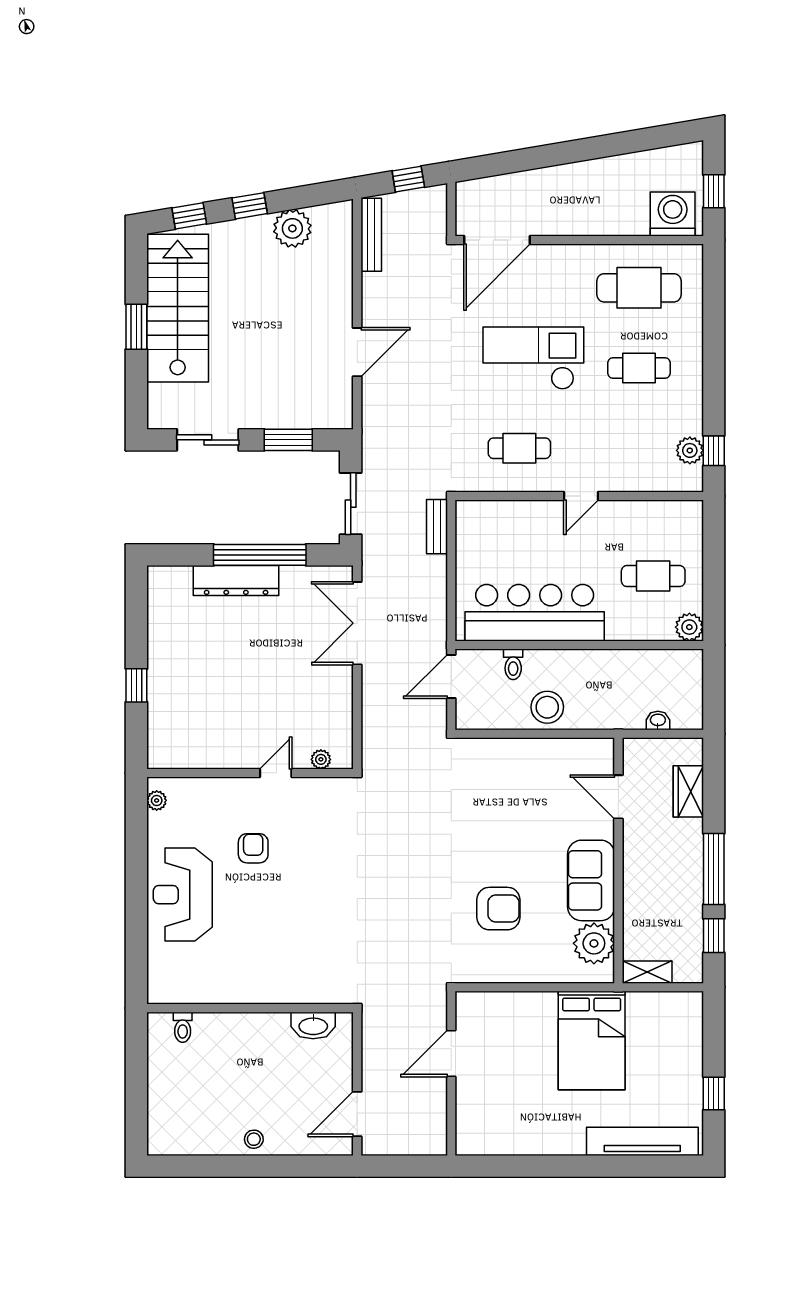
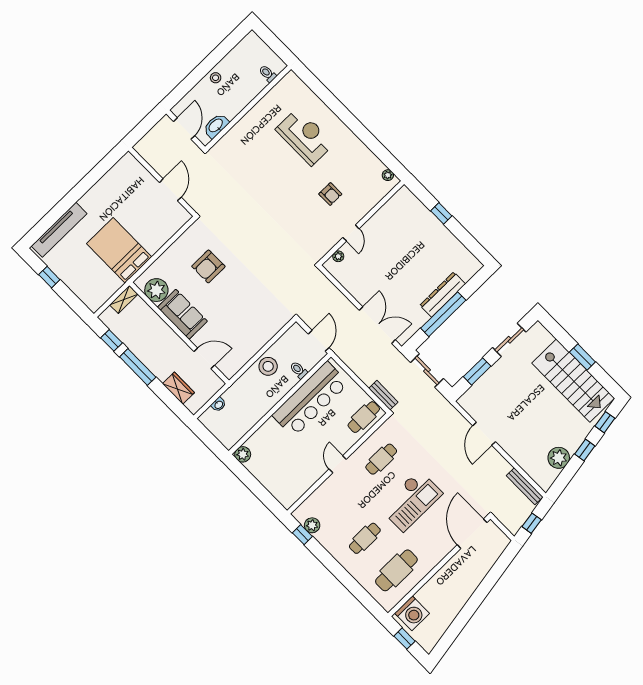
cafe table: (653, 576) -> (364, 417), moved
reception desk: (183, 895) -> (305, 137), moved
wall: (250, 1008) -> (248, 108), moved
washbasin: (313, 1025) -> (216, 126), moved
toilet: (183, 1027) -> (268, 74), moved

